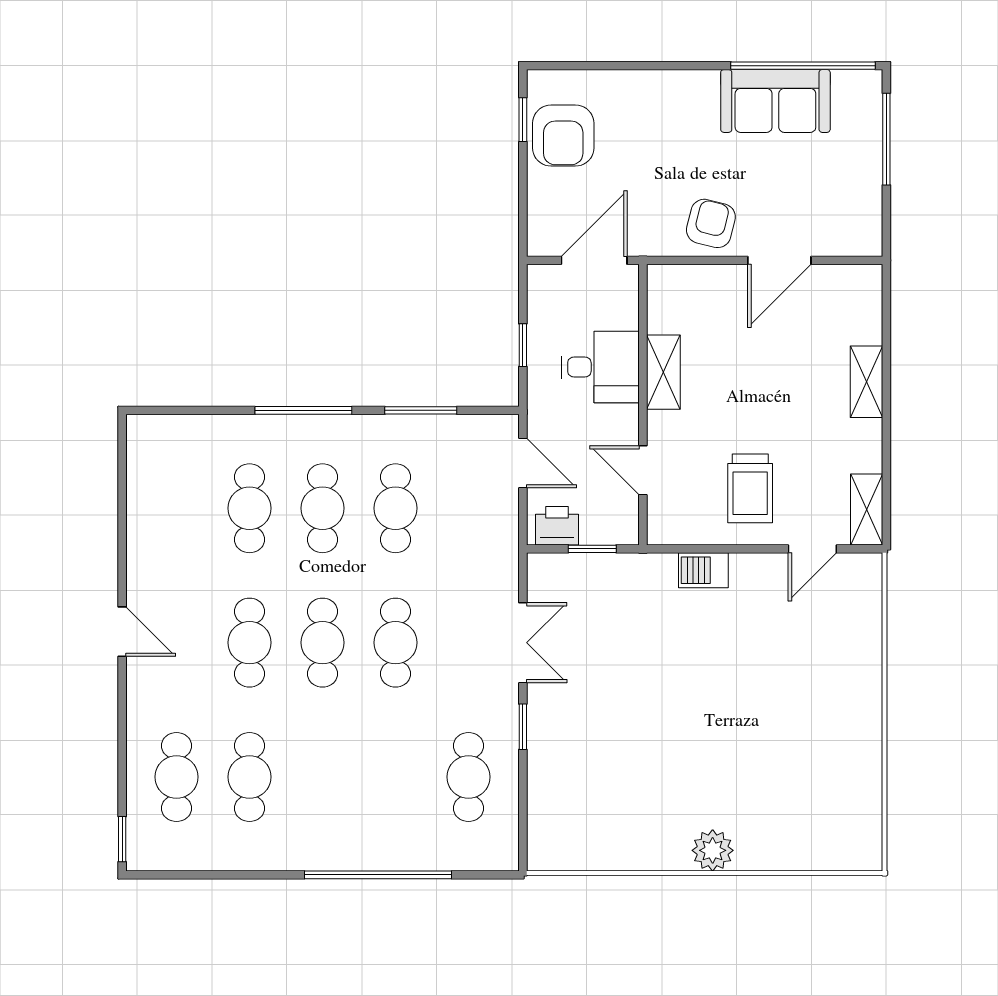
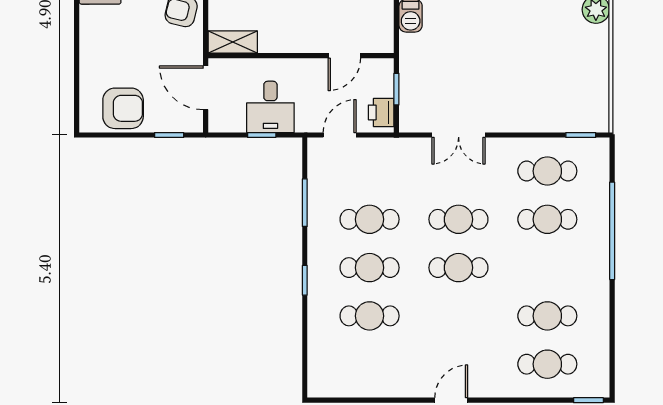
window: (523, 120) -> (169, 135), moved
desk: (600, 367) -> (270, 107), moved, turned 180
shelving: (663, 372) -> (233, 42), moved
window: (303, 410) -> (305, 280), width x0.46
cafe table: (249, 643) -> (547, 219), moved
double door: (523, 643) -> (459, 135), swing flipped
window: (523, 727) -> (581, 135), moved

